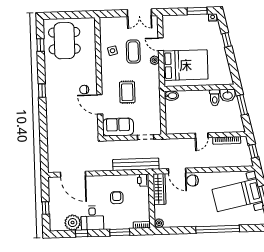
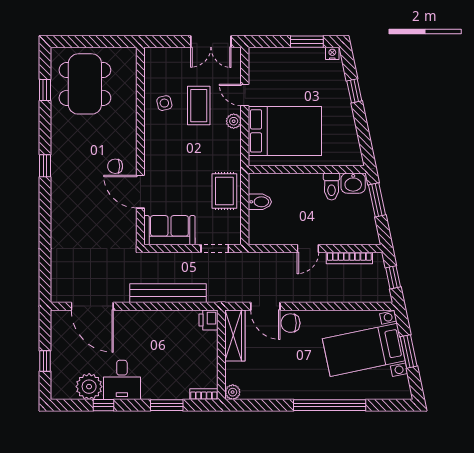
rug: (127, 92) -> (224, 191), moved
bidet: (171, 96) -> (260, 202), moved
bench: (136, 164) -> (168, 293), moved
armchair: (117, 198) -> (164, 348), removed

